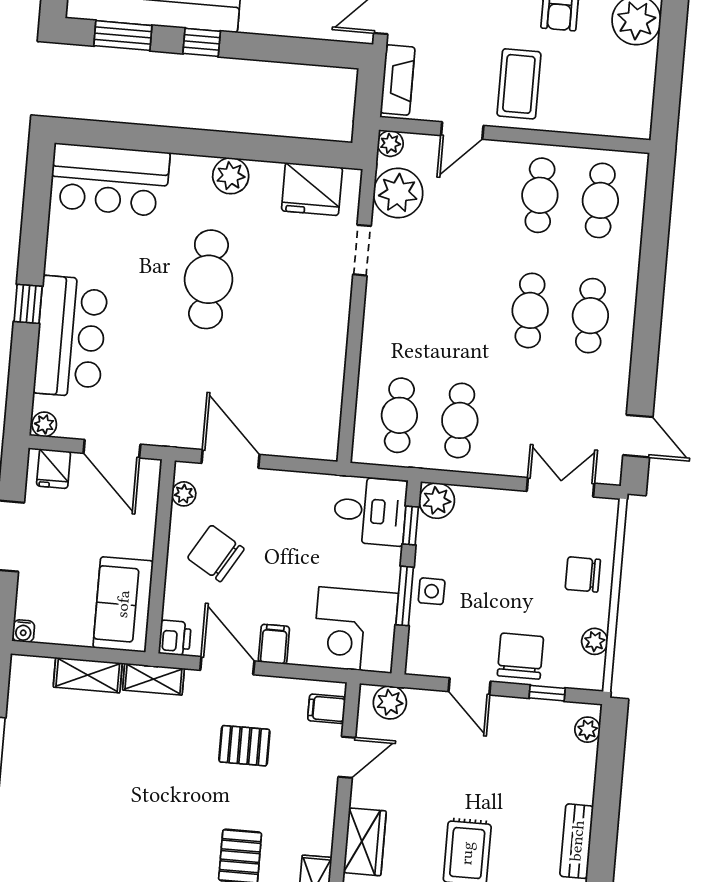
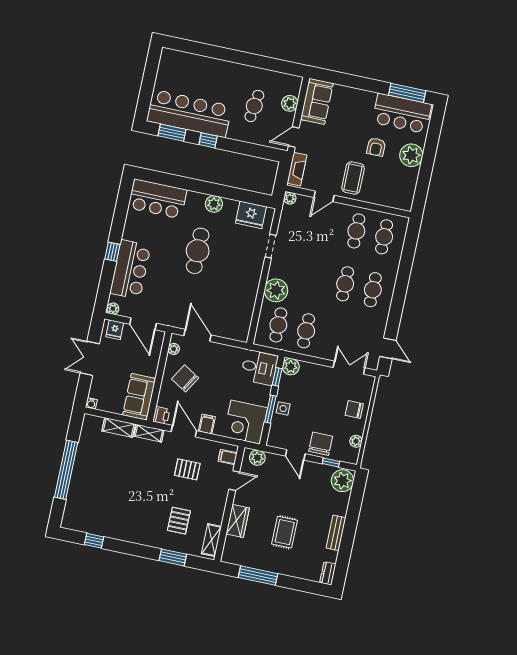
plant: (398, 193) -> (276, 290), moved
plant: (587, 730) -> (342, 481), width x1.88, depth x1.88

